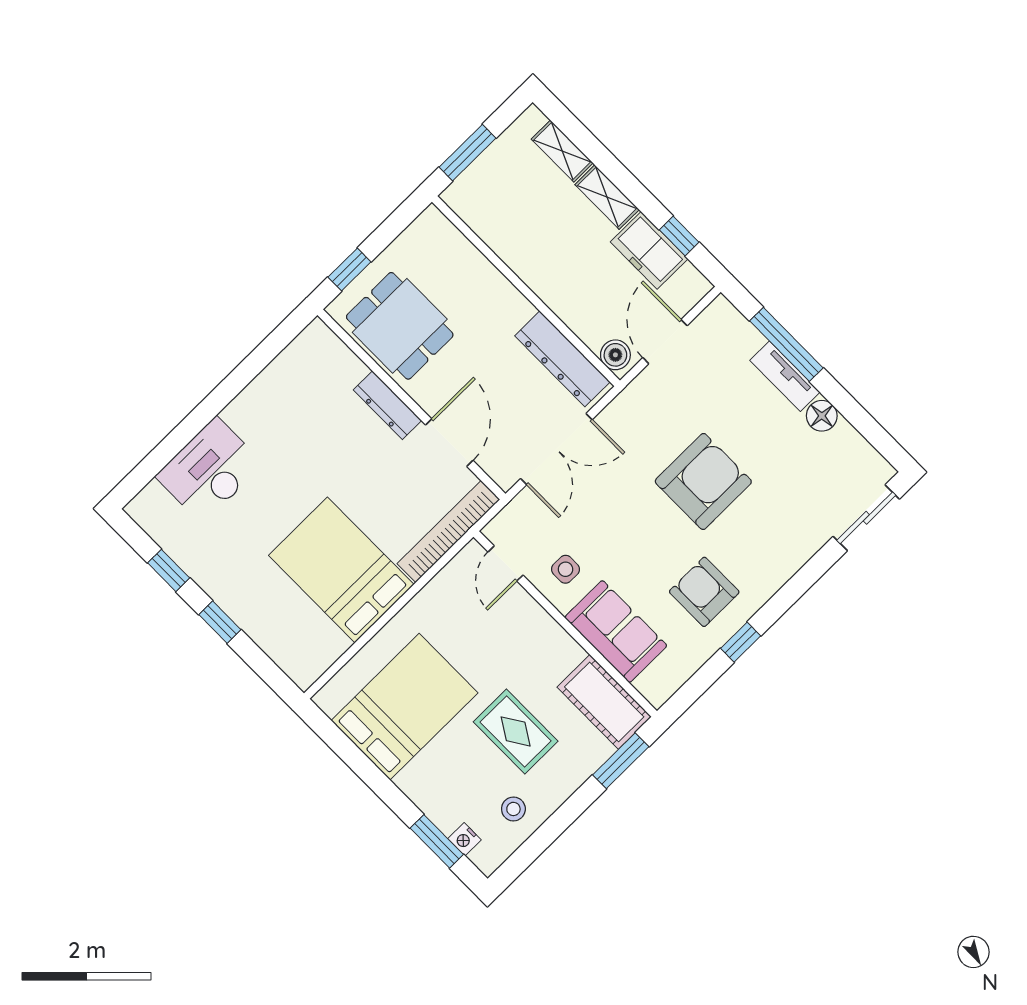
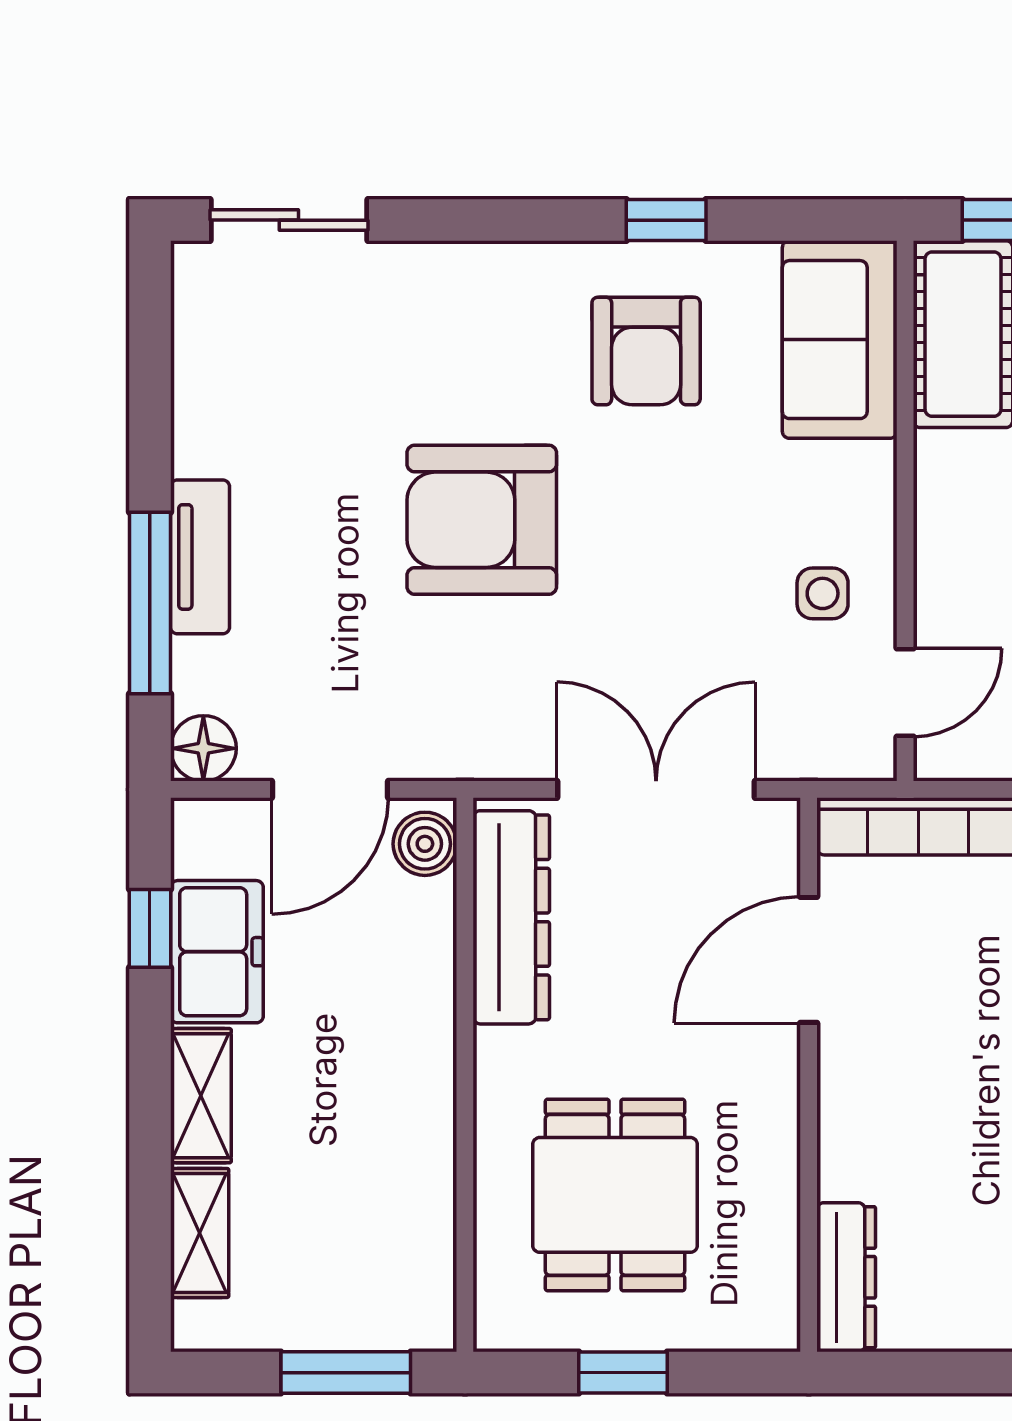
window: (349, 269) -> (623, 1373), moved
dining table: (400, 326) -> (615, 1195), moved
dresser: (388, 405) -> (846, 1277), moved
floor lamp: (822, 416) -> (203, 748), moved
sofa: (616, 631) -> (840, 340), moved

